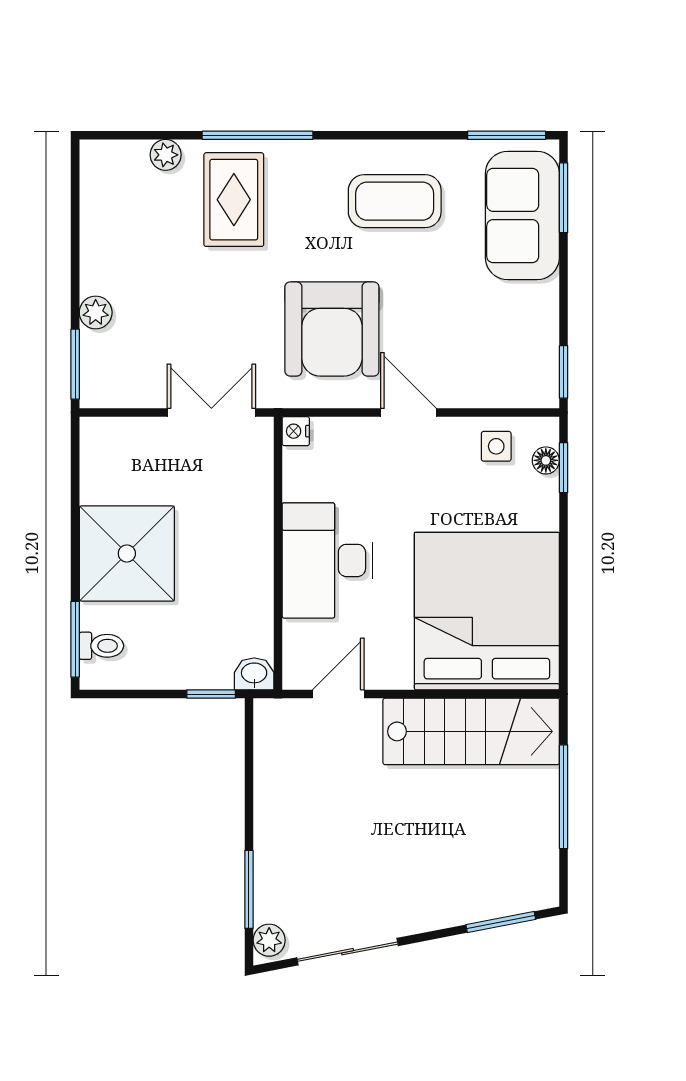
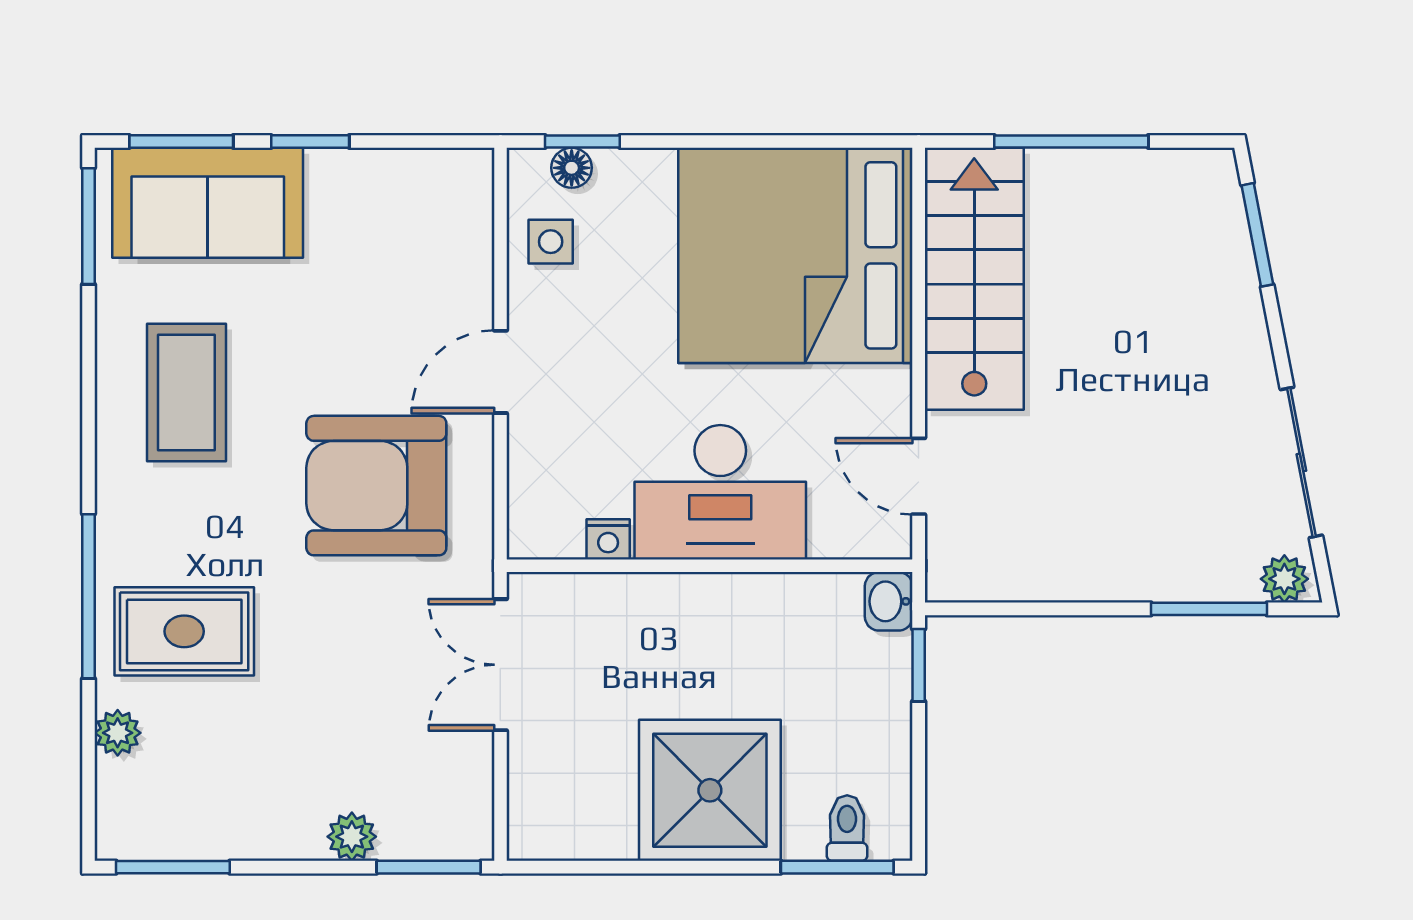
window: (75, 192) -> (173, 867), added
armchair: (332, 329) -> (376, 486), turned 180
window: (564, 372) -> (310, 142), moved
nightstand: (296, 431) -> (608, 539), moved

